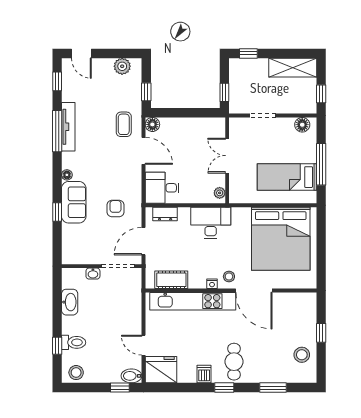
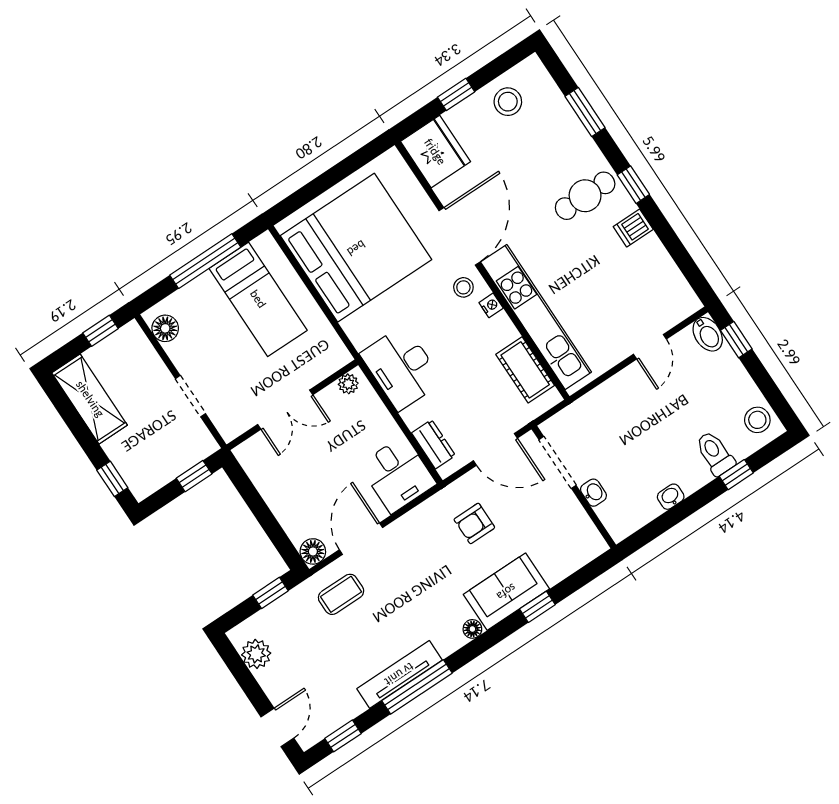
washbasin: (70, 302) -> (671, 497), width x0.52, depth x0.69
fridge: (161, 370) -> (435, 152), moved, turned 180

